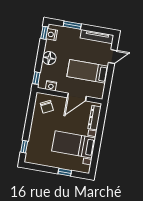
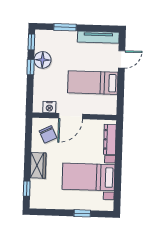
nightstand: (52, 35) -> (41, 43), removed
floor lamp: (49, 58) -> (42, 60), moved
window: (36, 78) -> (31, 67), moved
door: (77, 97) -> (71, 116), moved
wardrobe: (36, 130) -> (38, 165), added

